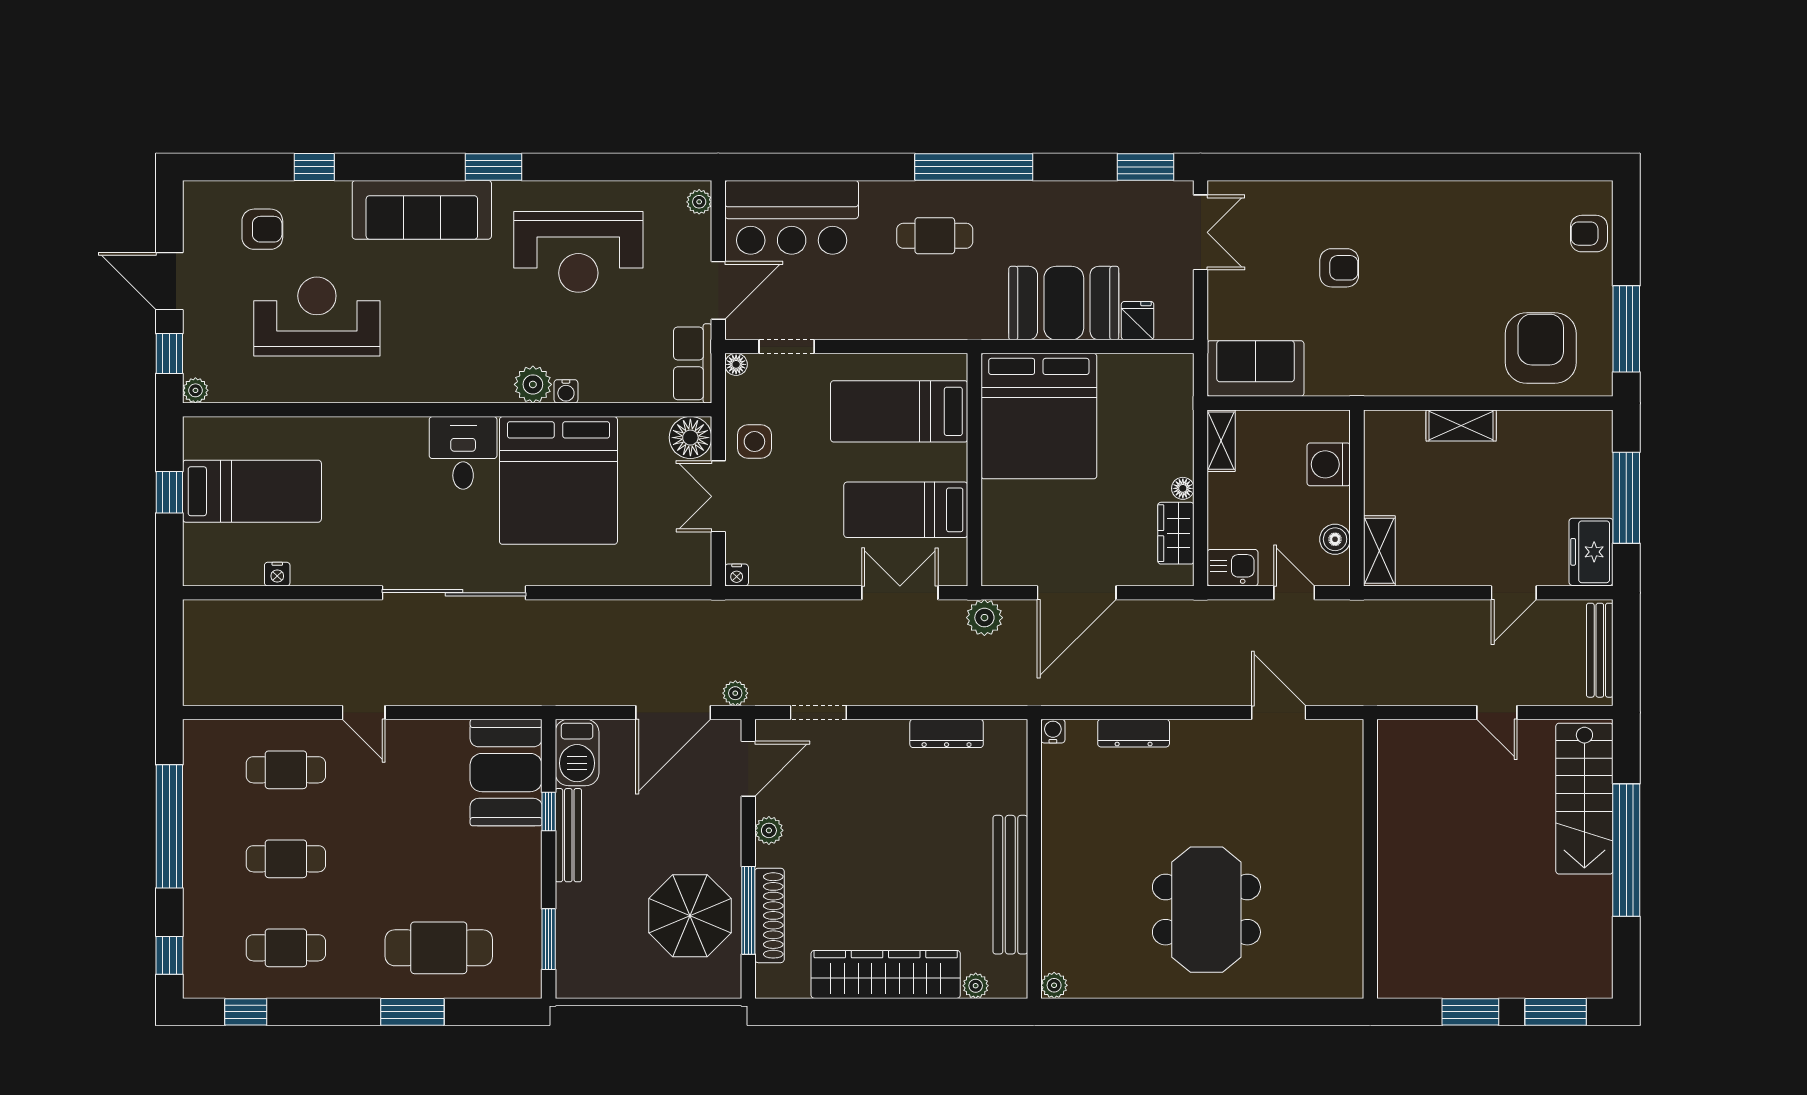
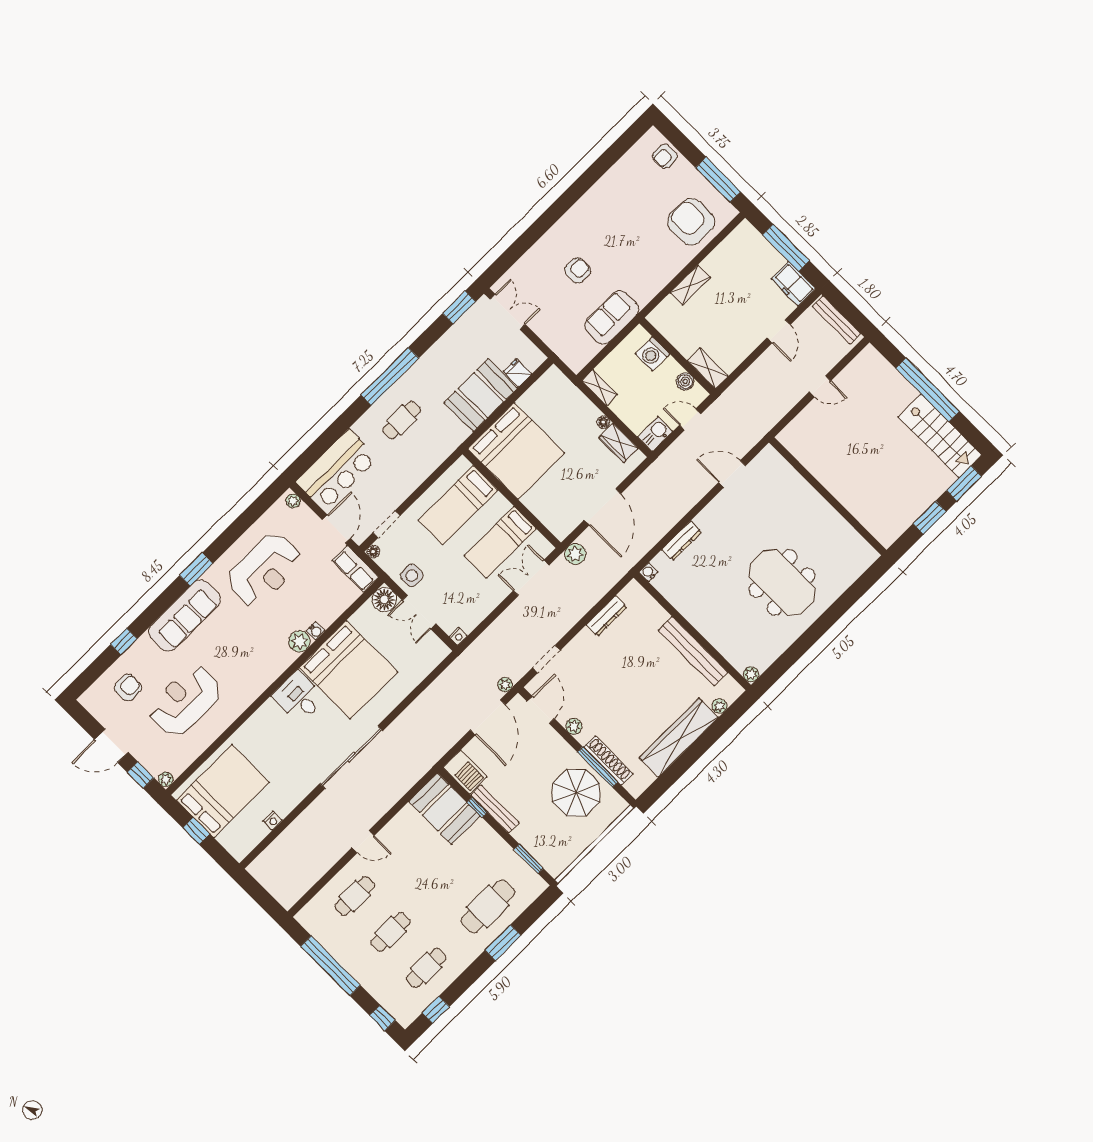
sofa: (1256, 369) -> (612, 317), moved
bed: (252, 491) -> (223, 791), width x1.50
stairs: (1584, 799) -> (940, 436), moved

